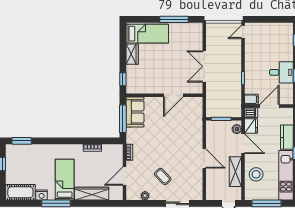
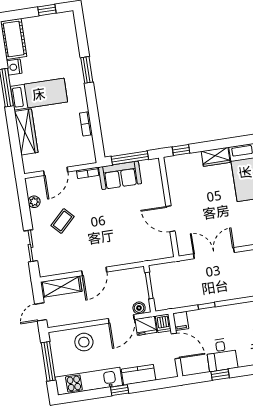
sofa: (135, 112) -> (120, 175), moved
window: (22, 141) -> (87, 70), moved
shelving: (235, 172) -> (61, 287), moved
door: (125, 176) -> (56, 171), swing flipped

